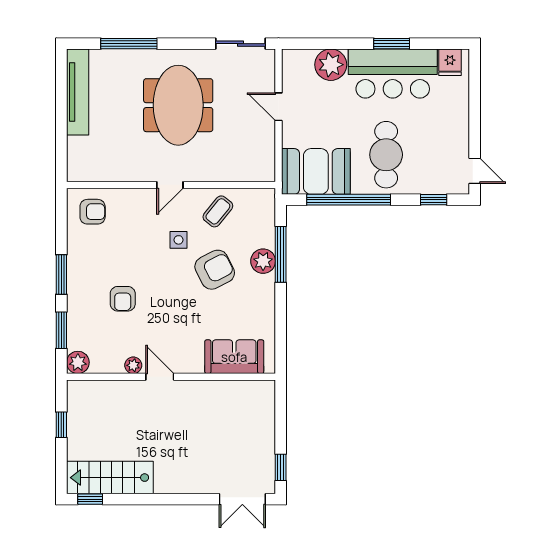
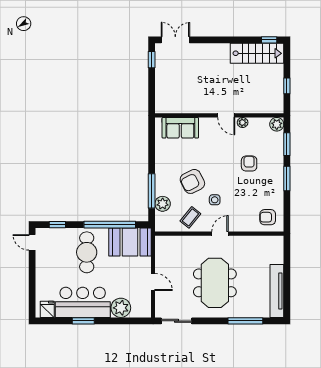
plant: (263, 261) -> (163, 204), moved

